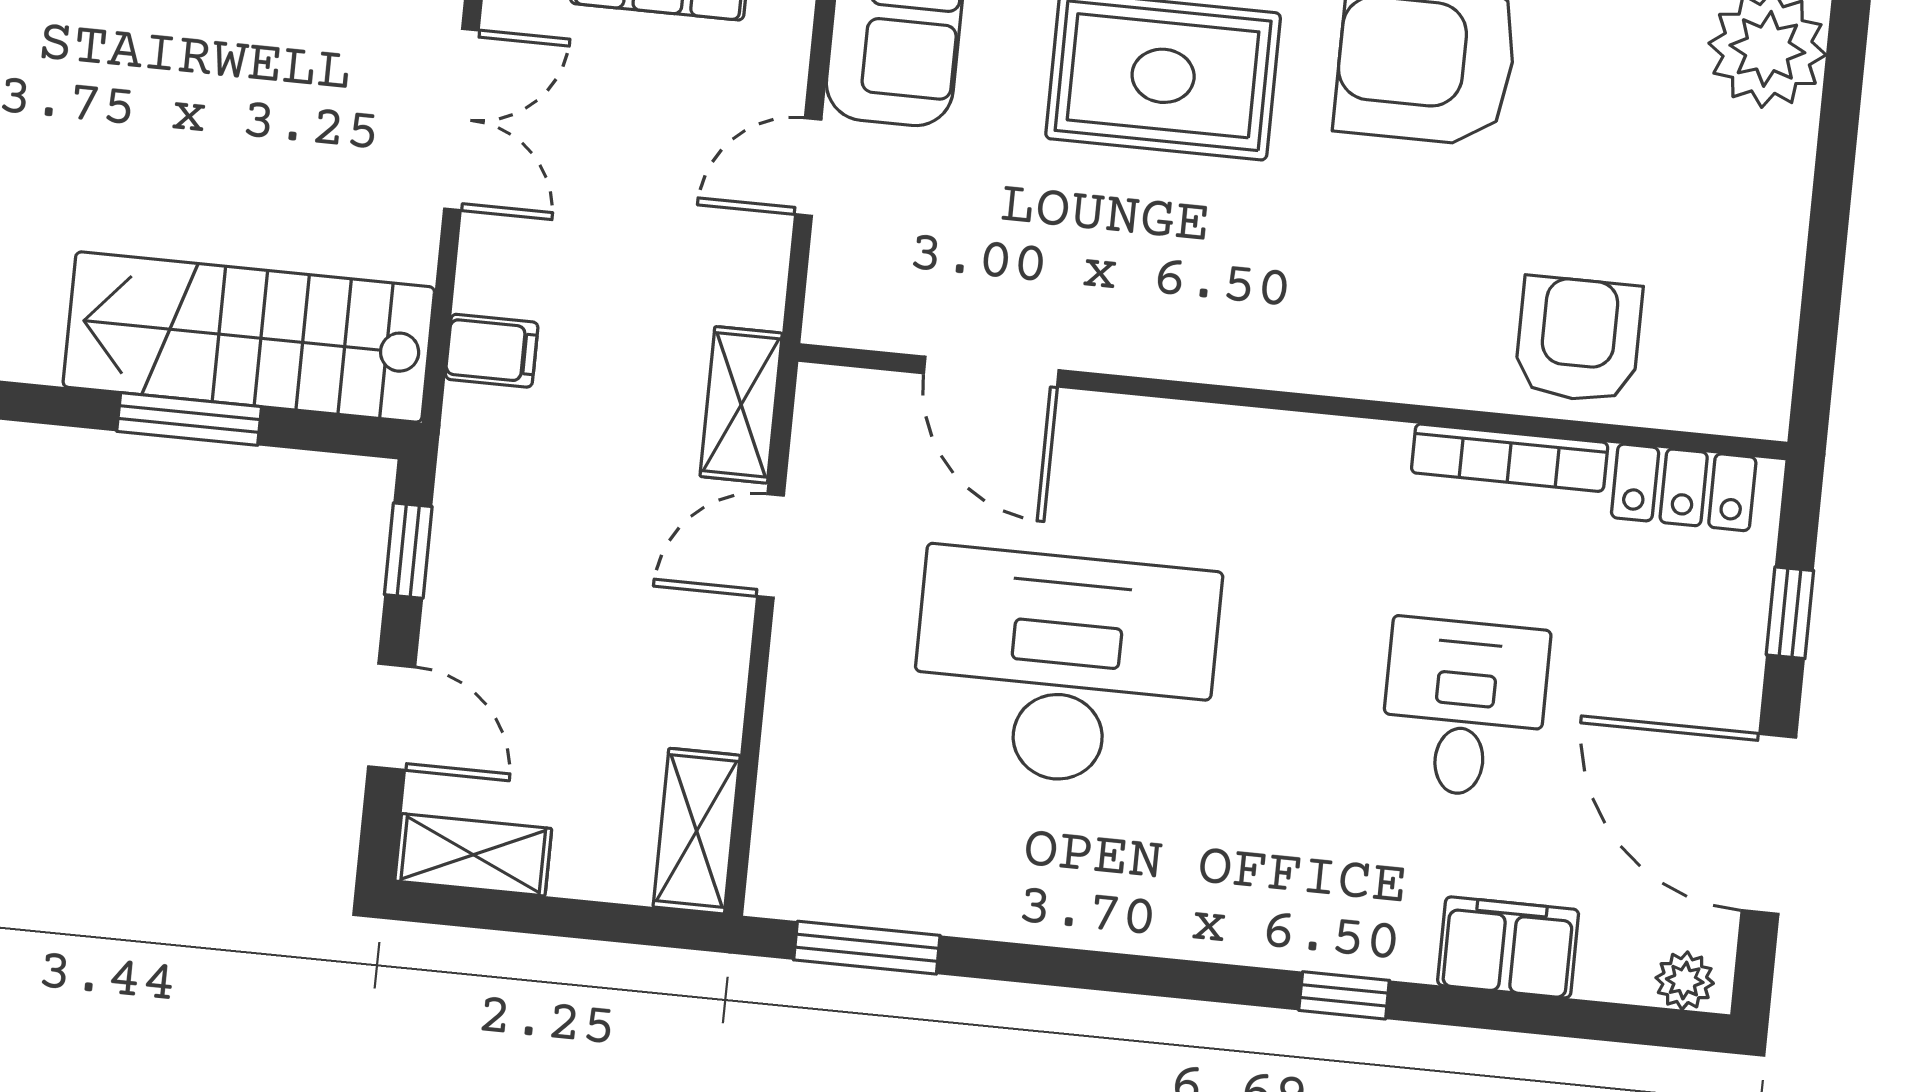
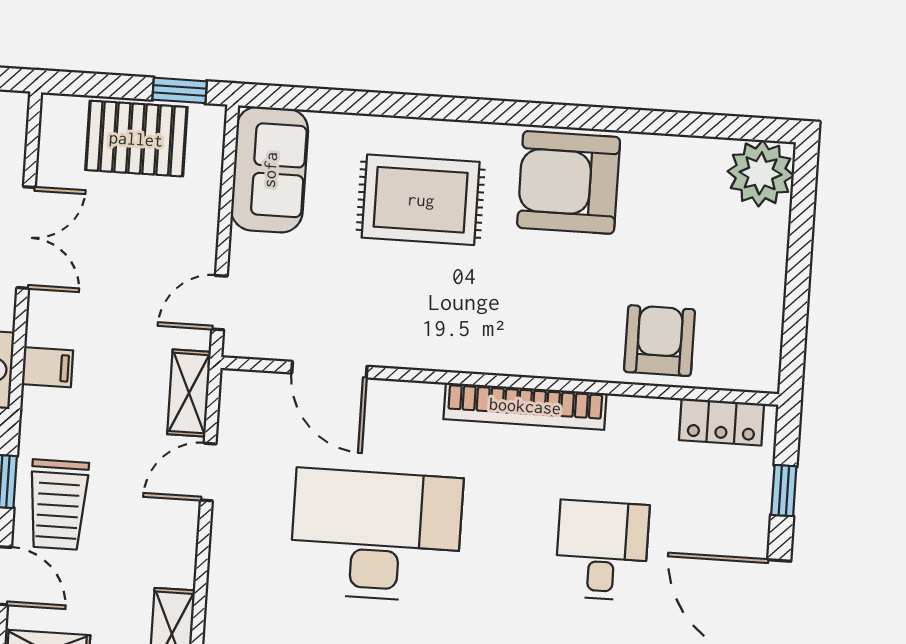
door: (808, 167) -> (219, 303), moved
bookcase: (1510, 458) -> (525, 406), moved, width x1.48, depth x1.31
trolley: (502, 595) -> (58, 505), added

